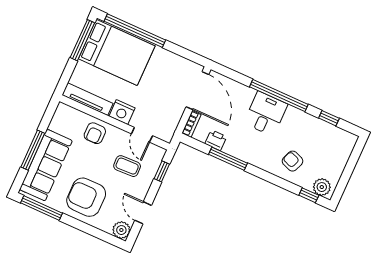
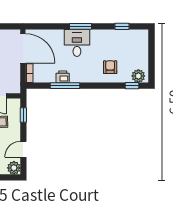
window: (279, 96) -> (80, 26), width x0.47
printer: (216, 140) -> (63, 77), moved
armchair: (293, 161) -> (110, 67), turned 69
door: (143, 213) -> (23, 149), hinge flipped

